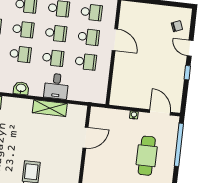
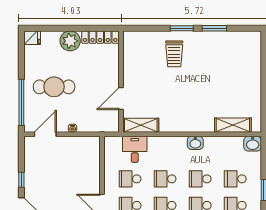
desk: (56, 86) -> (135, 149), moved
shelving: (50, 108) -> (141, 125), moved
door: (160, 112) -> (45, 134), swing flipped
cafe table: (147, 156) -> (54, 87), turned 90

